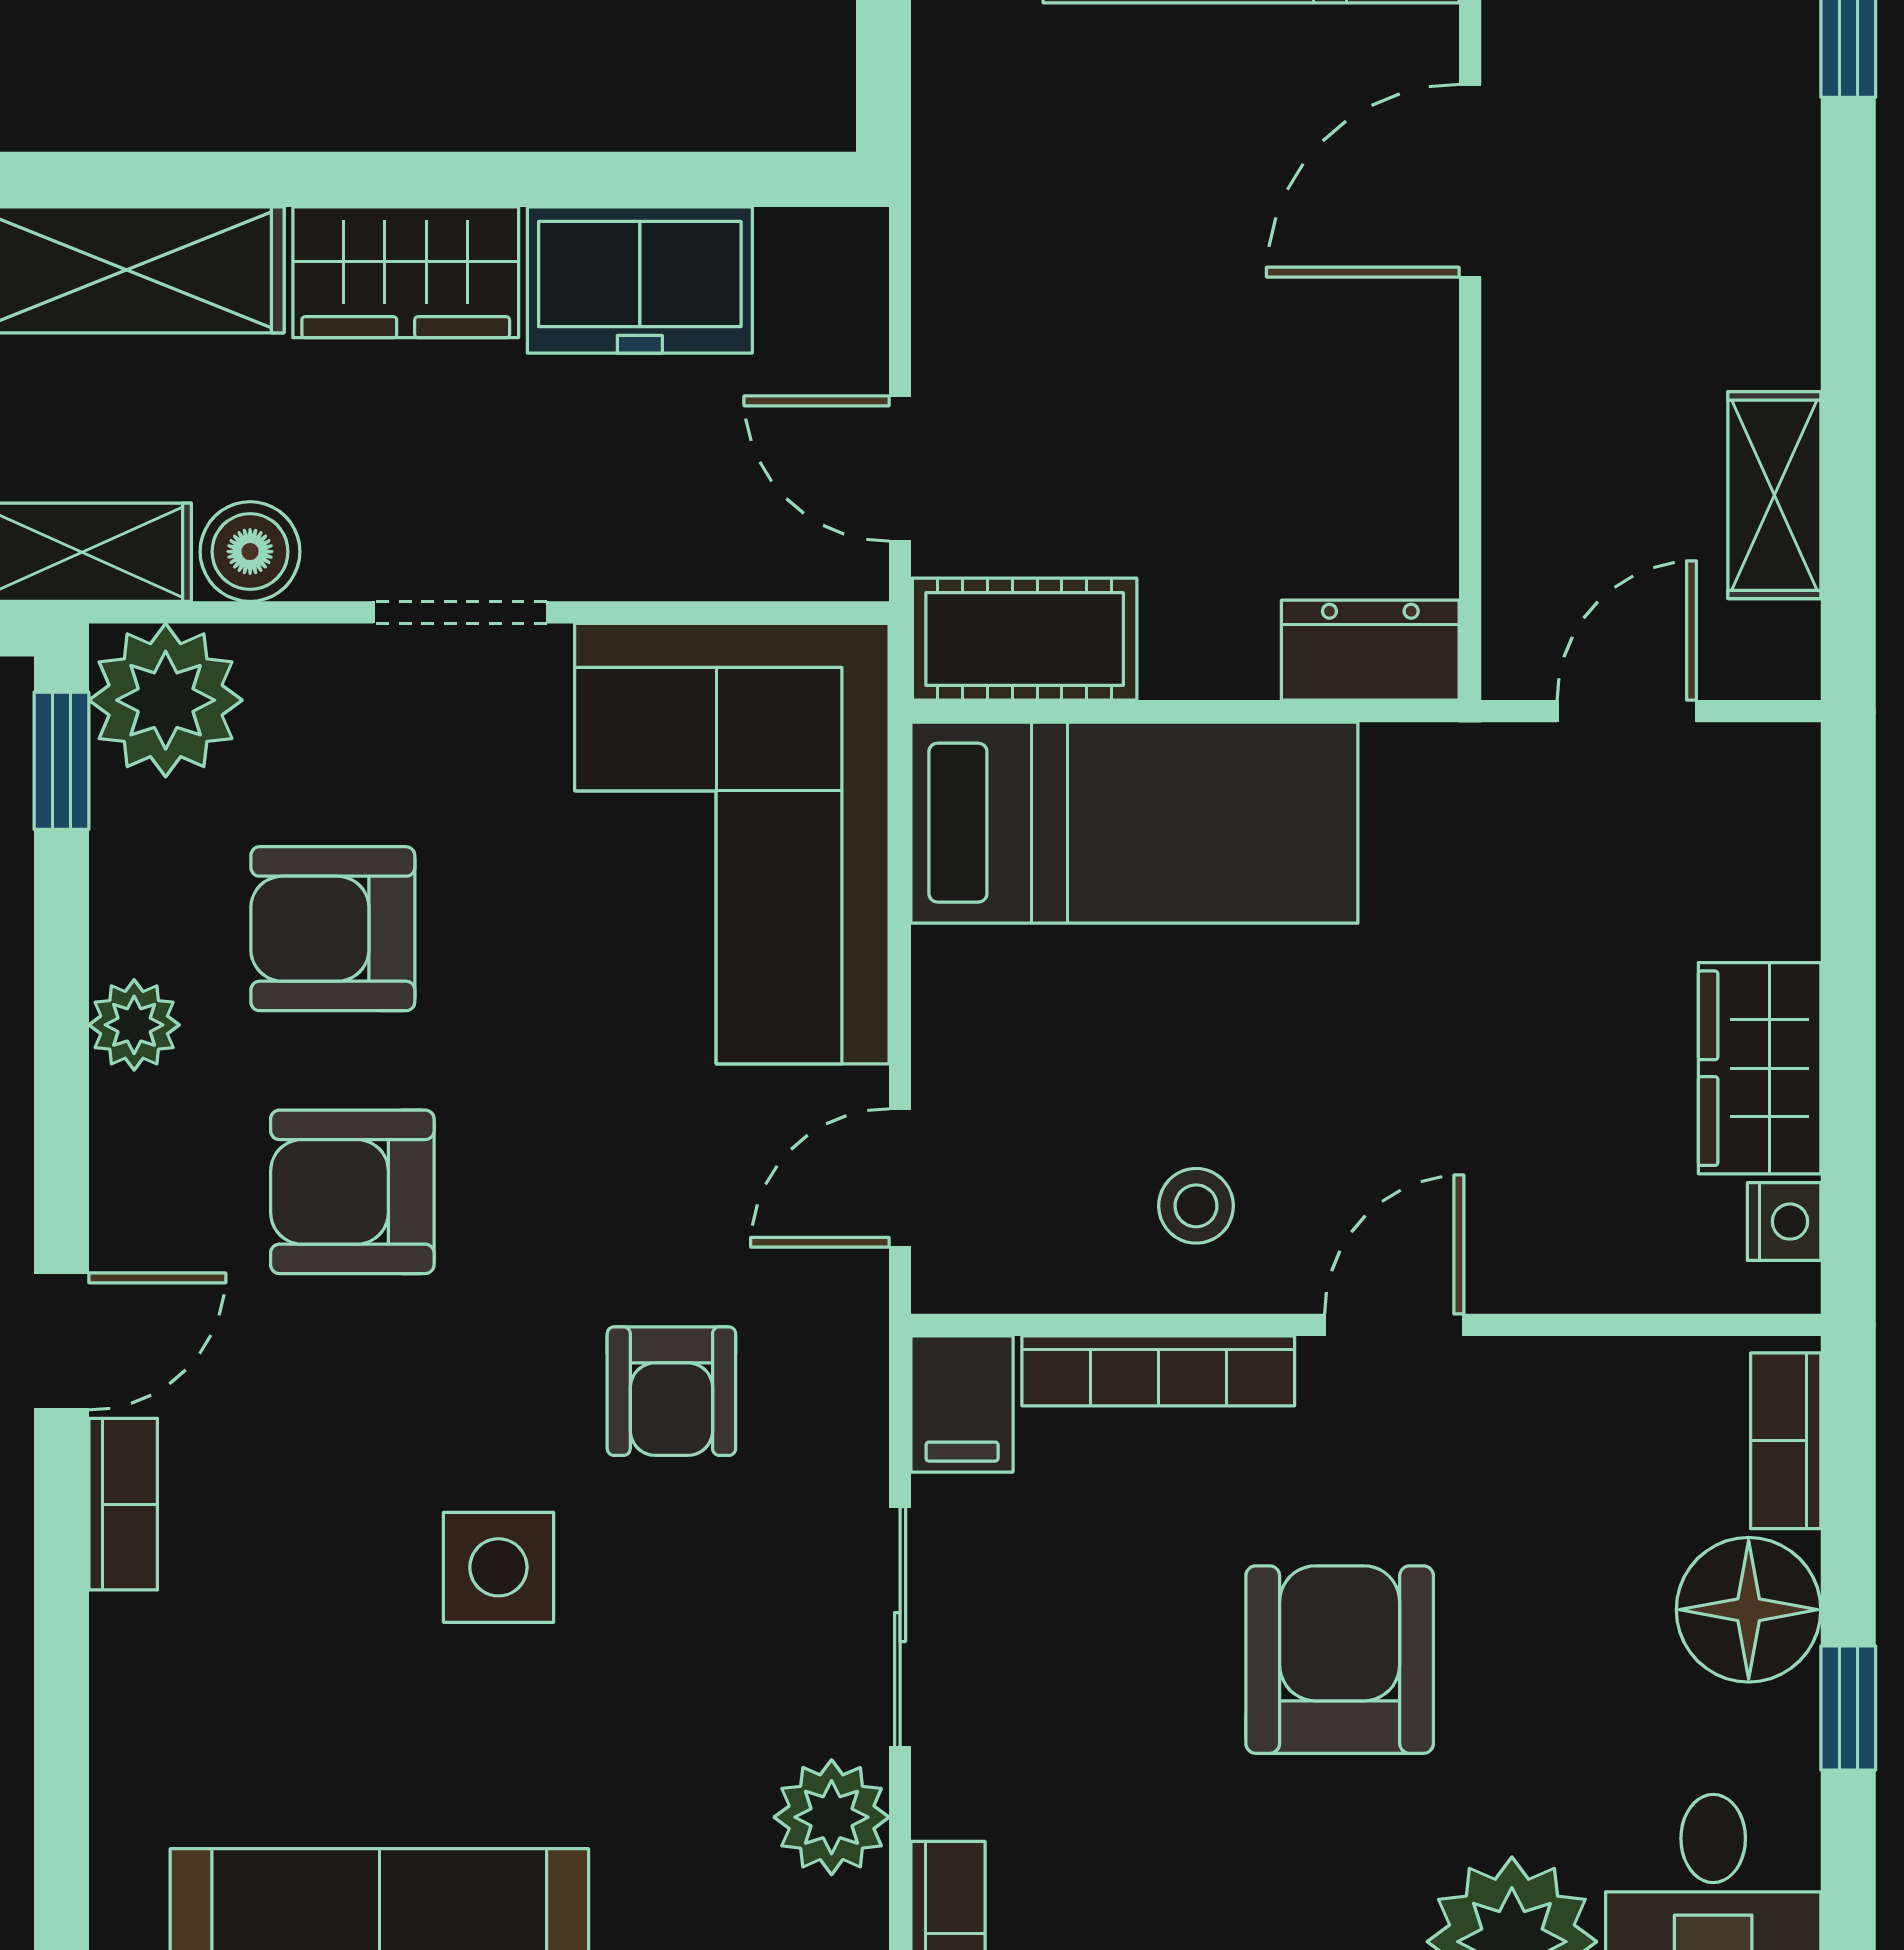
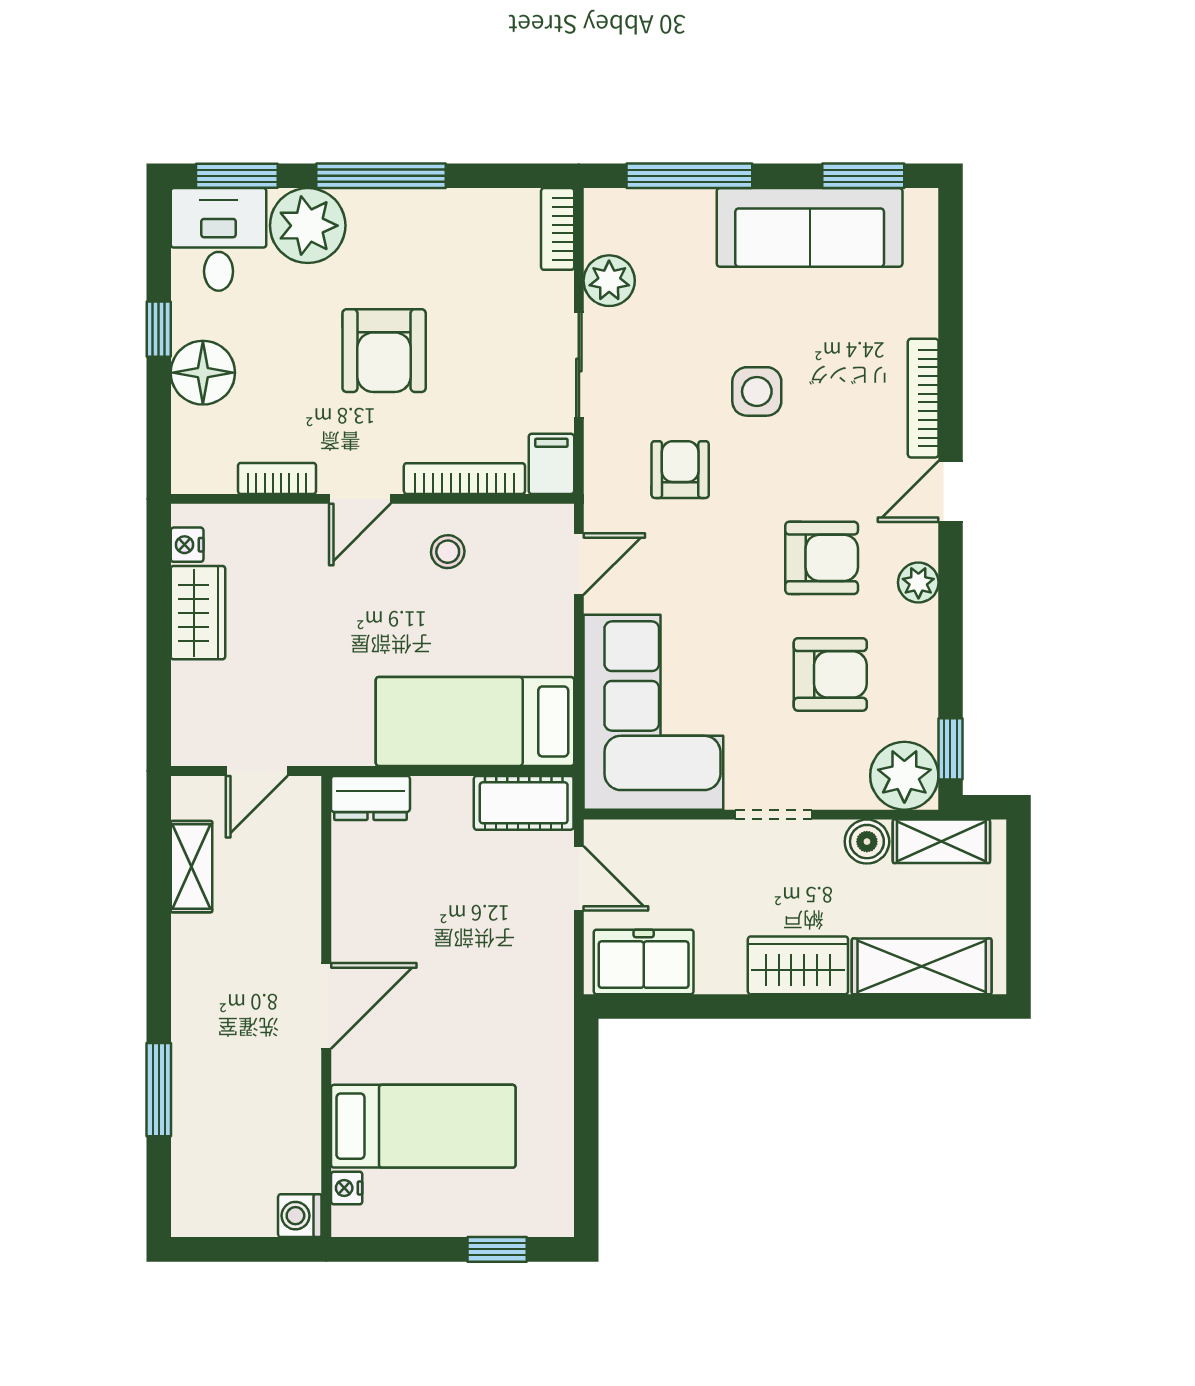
freezer: (640, 280) -> (644, 962), moved
plant: (134, 1025) -> (918, 583), moved
bookcase: (1786, 1441) -> (277, 478), moved, turned -90
bookcase: (123, 1504) -> (923, 398), width x1.56

